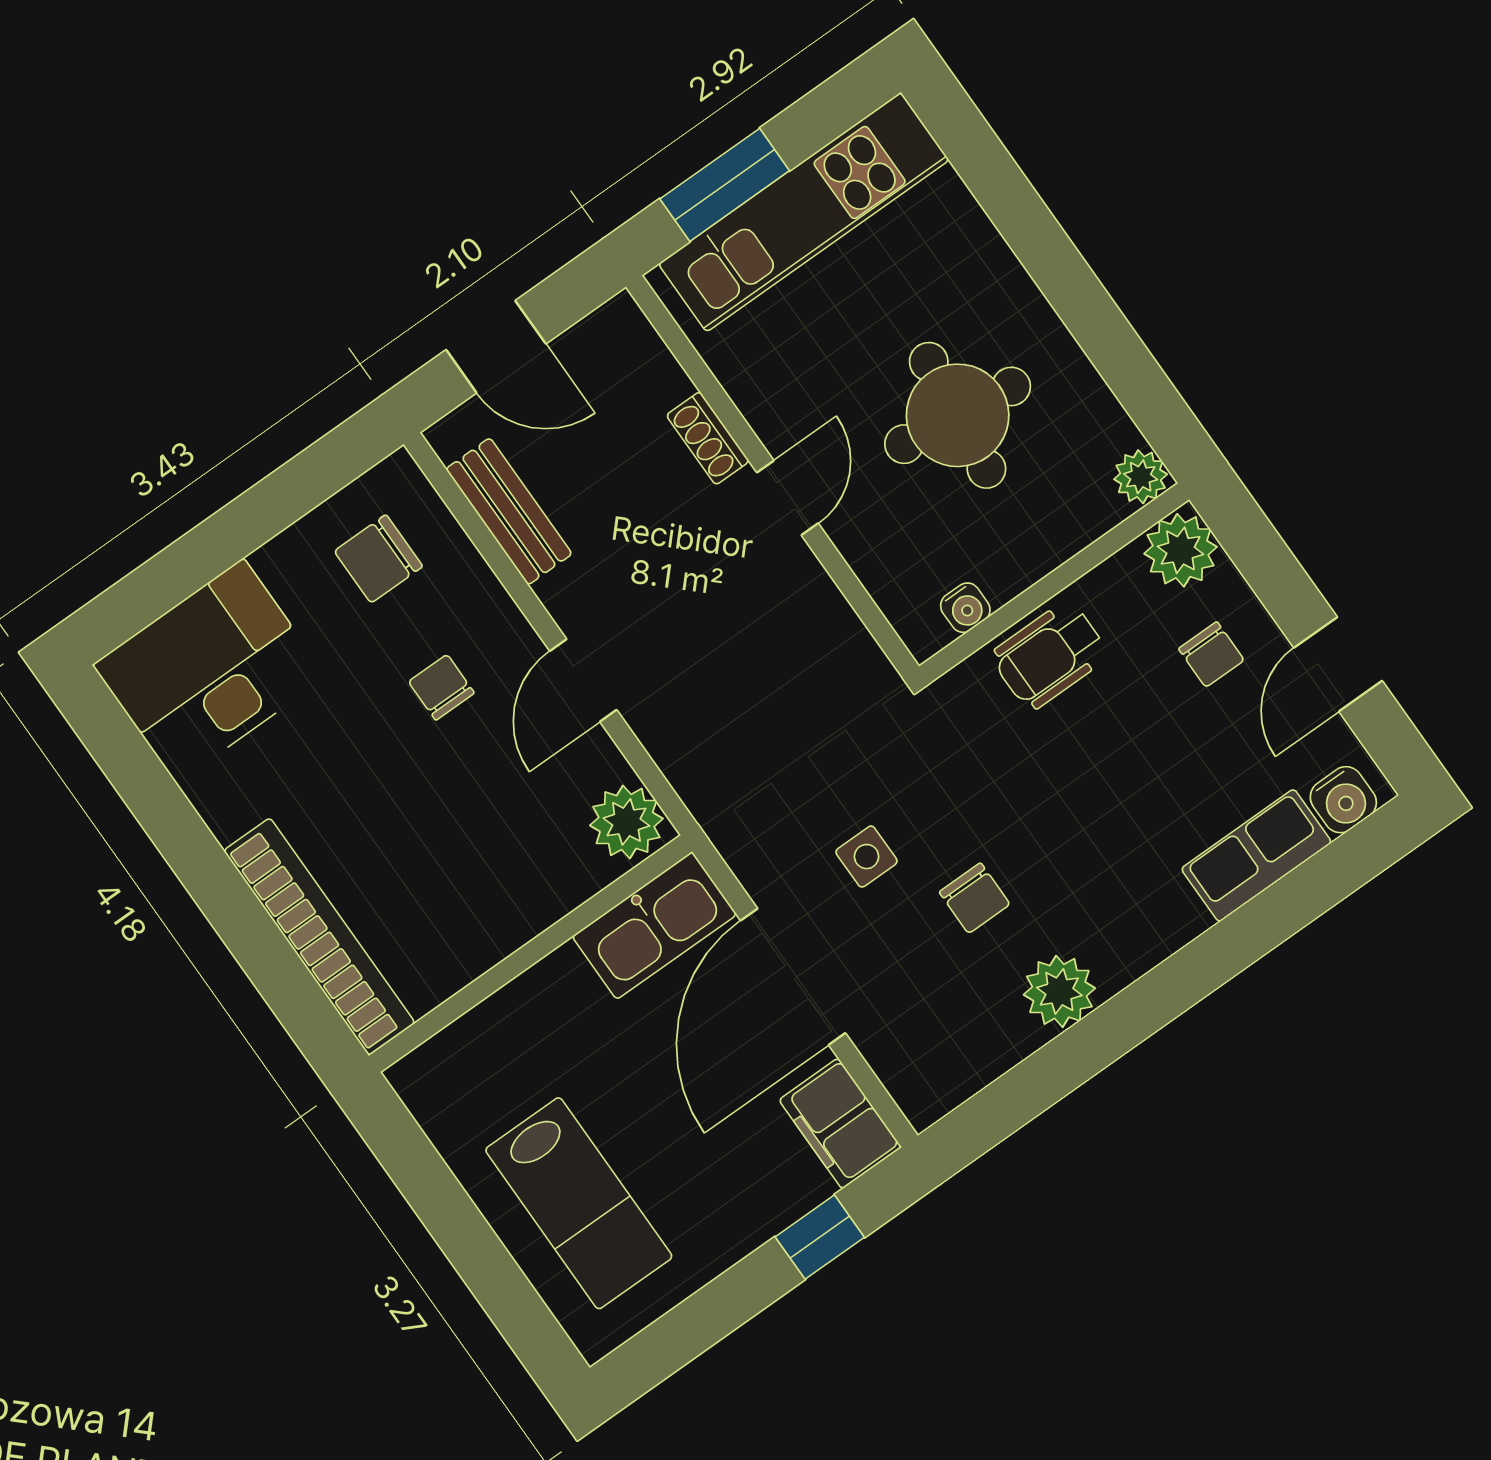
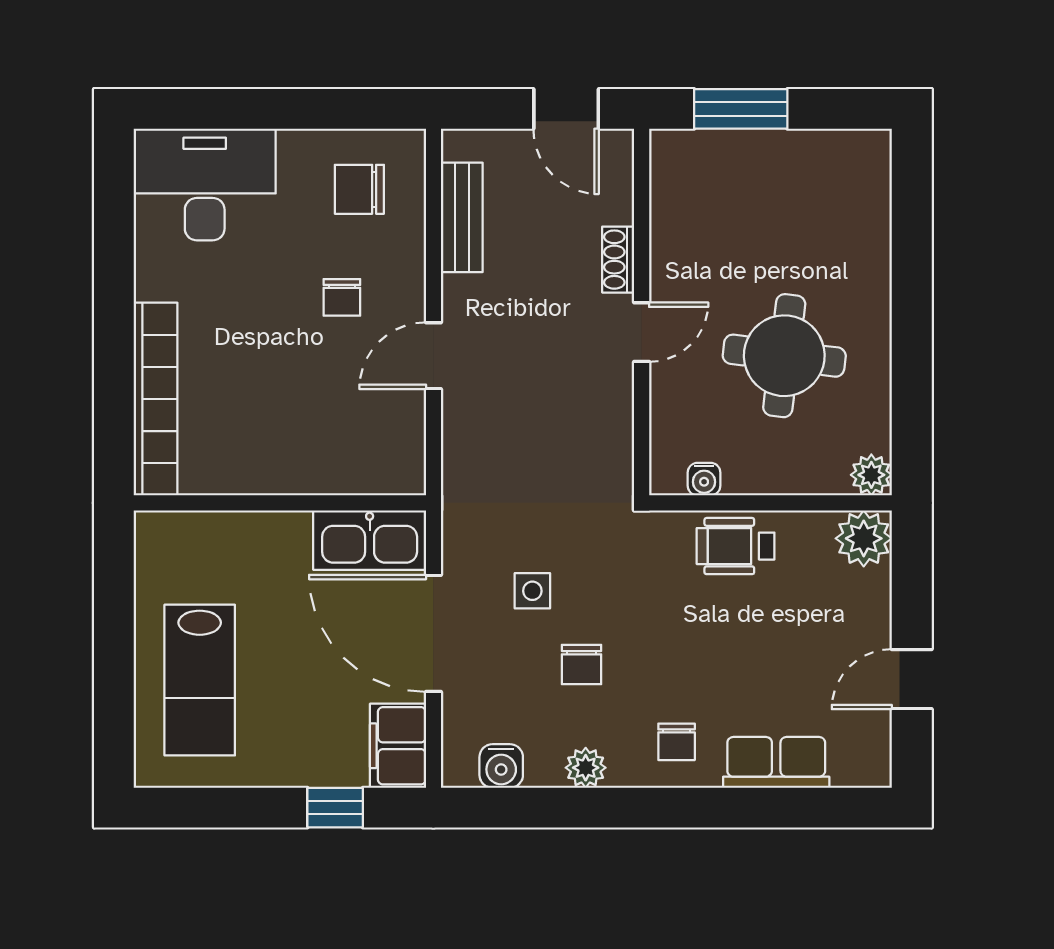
kitchen unit: (804, 212) -> (778, 161), removed
door: (496, 347) -> (566, 109), moved
chair: (1211, 654) -> (677, 742), moved
chair: (441, 687) -> (342, 297), turned 180
water cooler: (1343, 800) -> (501, 766), moved
plant: (626, 822) -> (398, 463), removed
door: (793, 977) -> (433, 633), hinge flipped
plant: (1059, 991) -> (586, 768), width x0.73, depth x0.73

